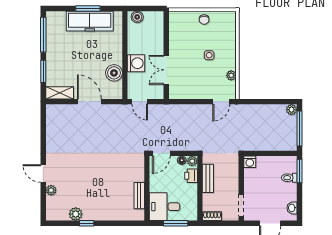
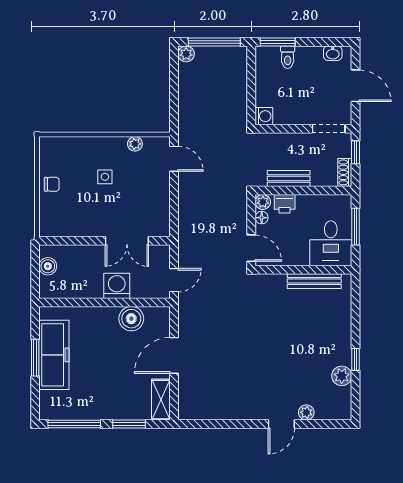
boiler: (137, 17) -> (48, 266), moved
bench: (139, 196) -> (314, 281), width x1.36
window: (225, 223) -> (356, 152), added

